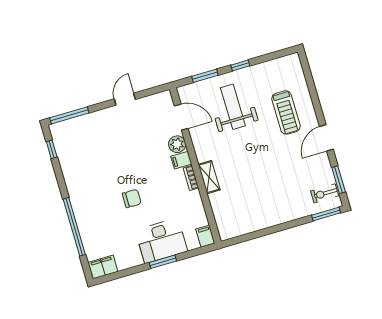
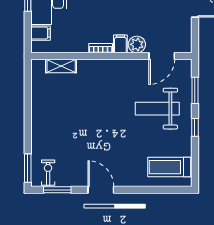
weight bench: (233, 107) -> (157, 109), turned 180
treadmill: (286, 112) -> (169, 167), moved
shelving: (209, 177) -> (61, 66), moved
filing cabinet: (205, 236) -> (40, 33), moved

